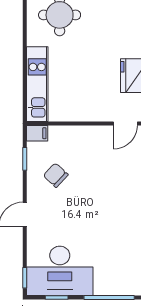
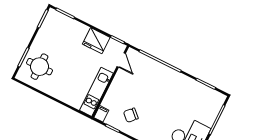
kitchen unit: (37, 84) -> (96, 92), moved, turned -90

